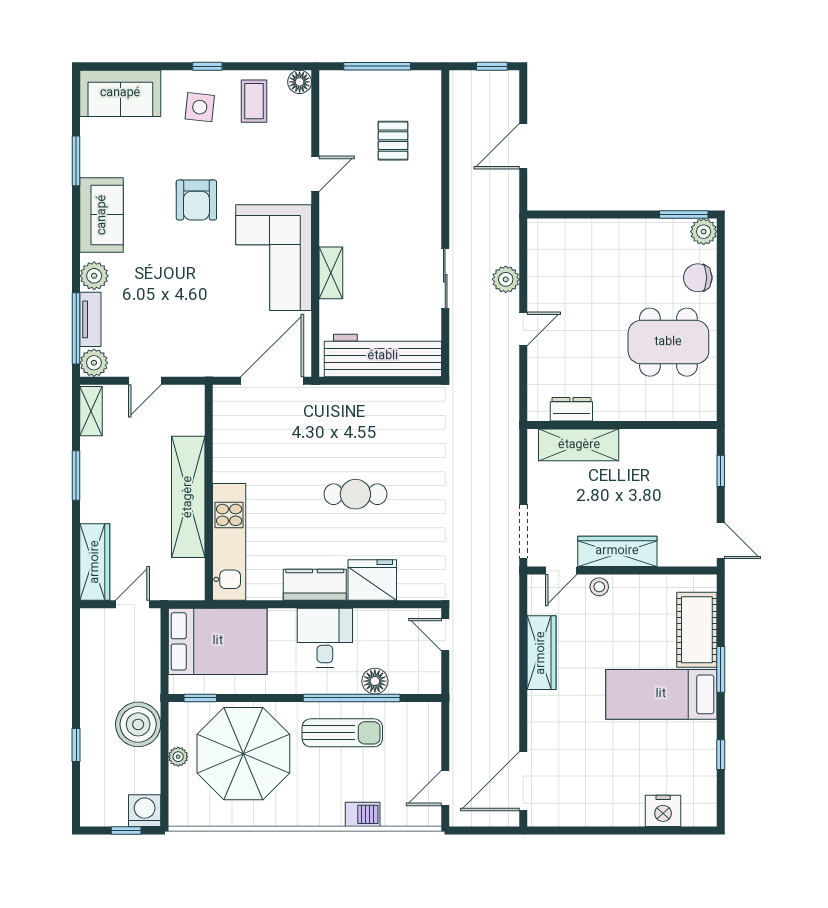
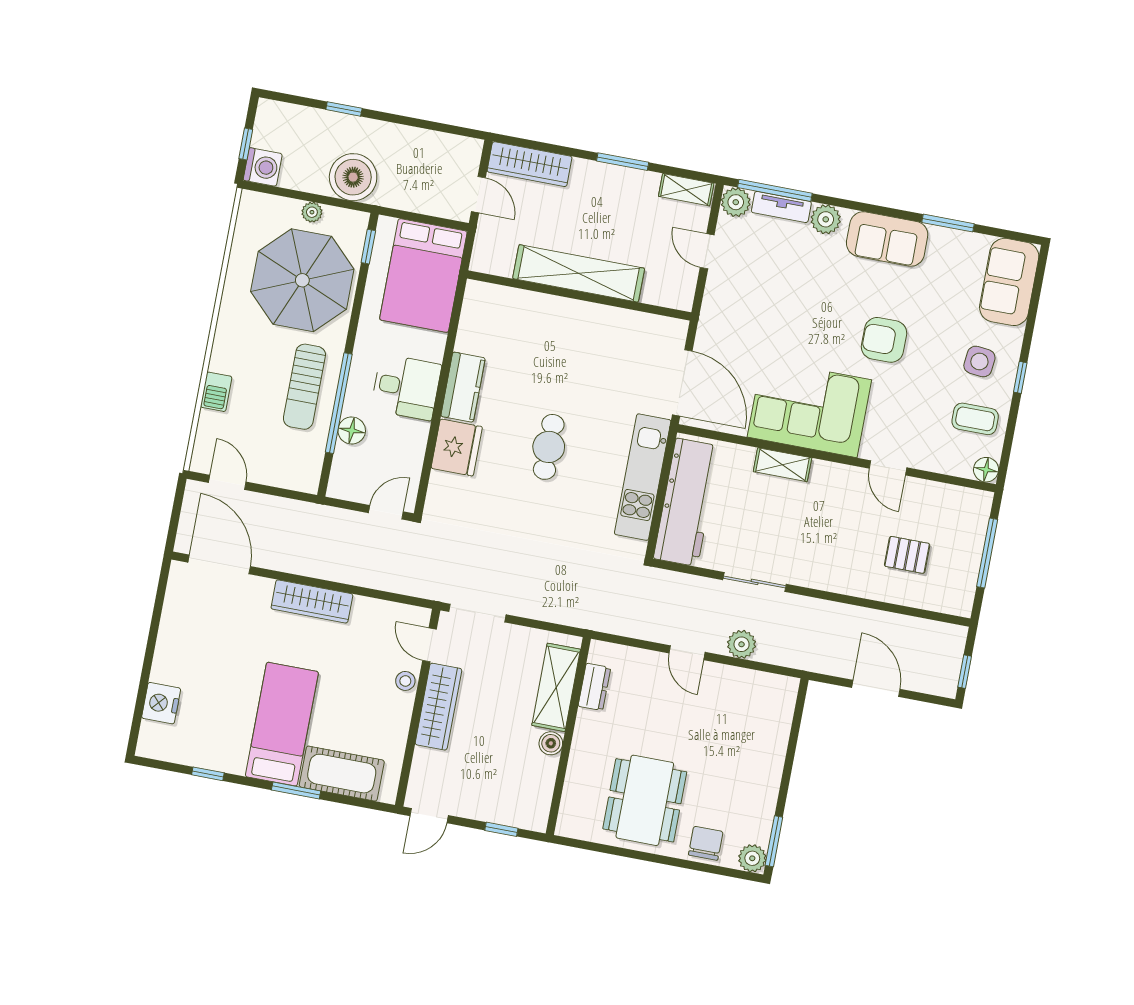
boiler: (632, 440) -> (551, 743), added
kitchen unit: (229, 542) -> (643, 477), moved, turned 90
wardrobe: (541, 653) -> (312, 601), moved

